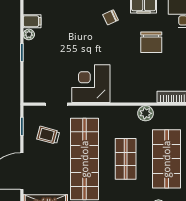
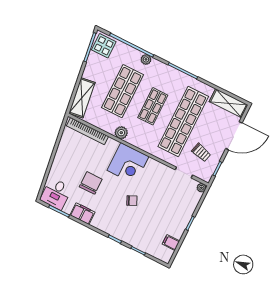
chair: (111, 17) -> (132, 201), moved
plant: (29, 34) -> (201, 188), moved
corner desk: (91, 84) -> (128, 163), moved

